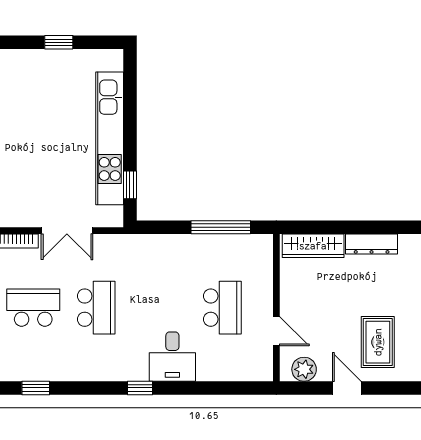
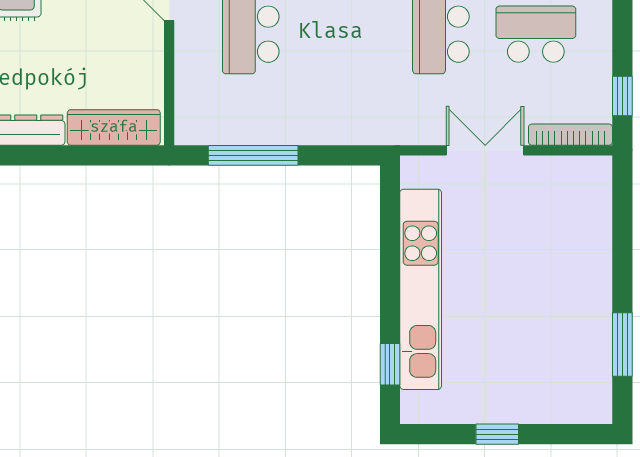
window: (130, 185) -> (390, 364), moved
school desk: (33, 308) -> (536, 34), turned 180

